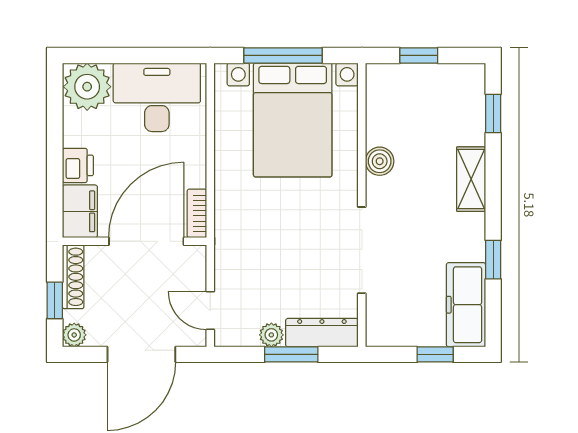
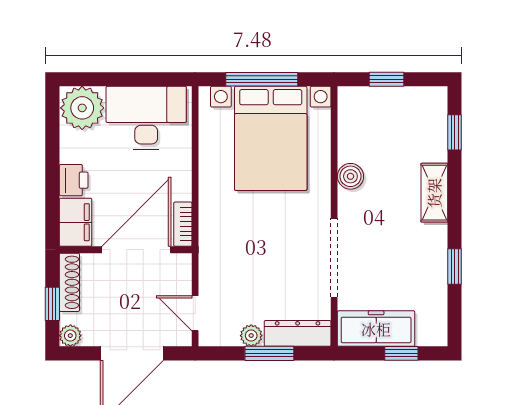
freezer: (466, 305) -> (376, 329), moved, turned 90

